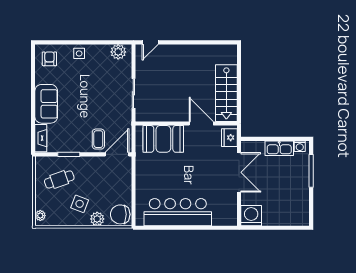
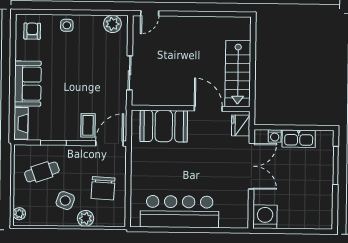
washing machine: (300, 146) -> (275, 136), moved
chair: (120, 214) -> (103, 188), moved, turned -87

